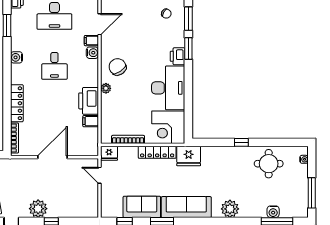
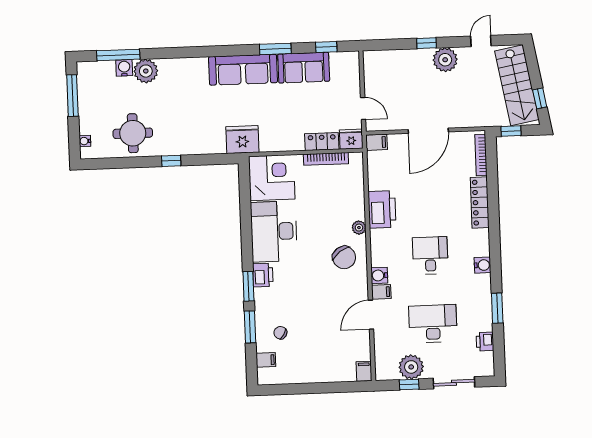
filing cabinet: (91, 121) -> (377, 142), moved
locker: (157, 152) -> (322, 142), moved, width x0.66
plant: (230, 209) -> (146, 71), moved

